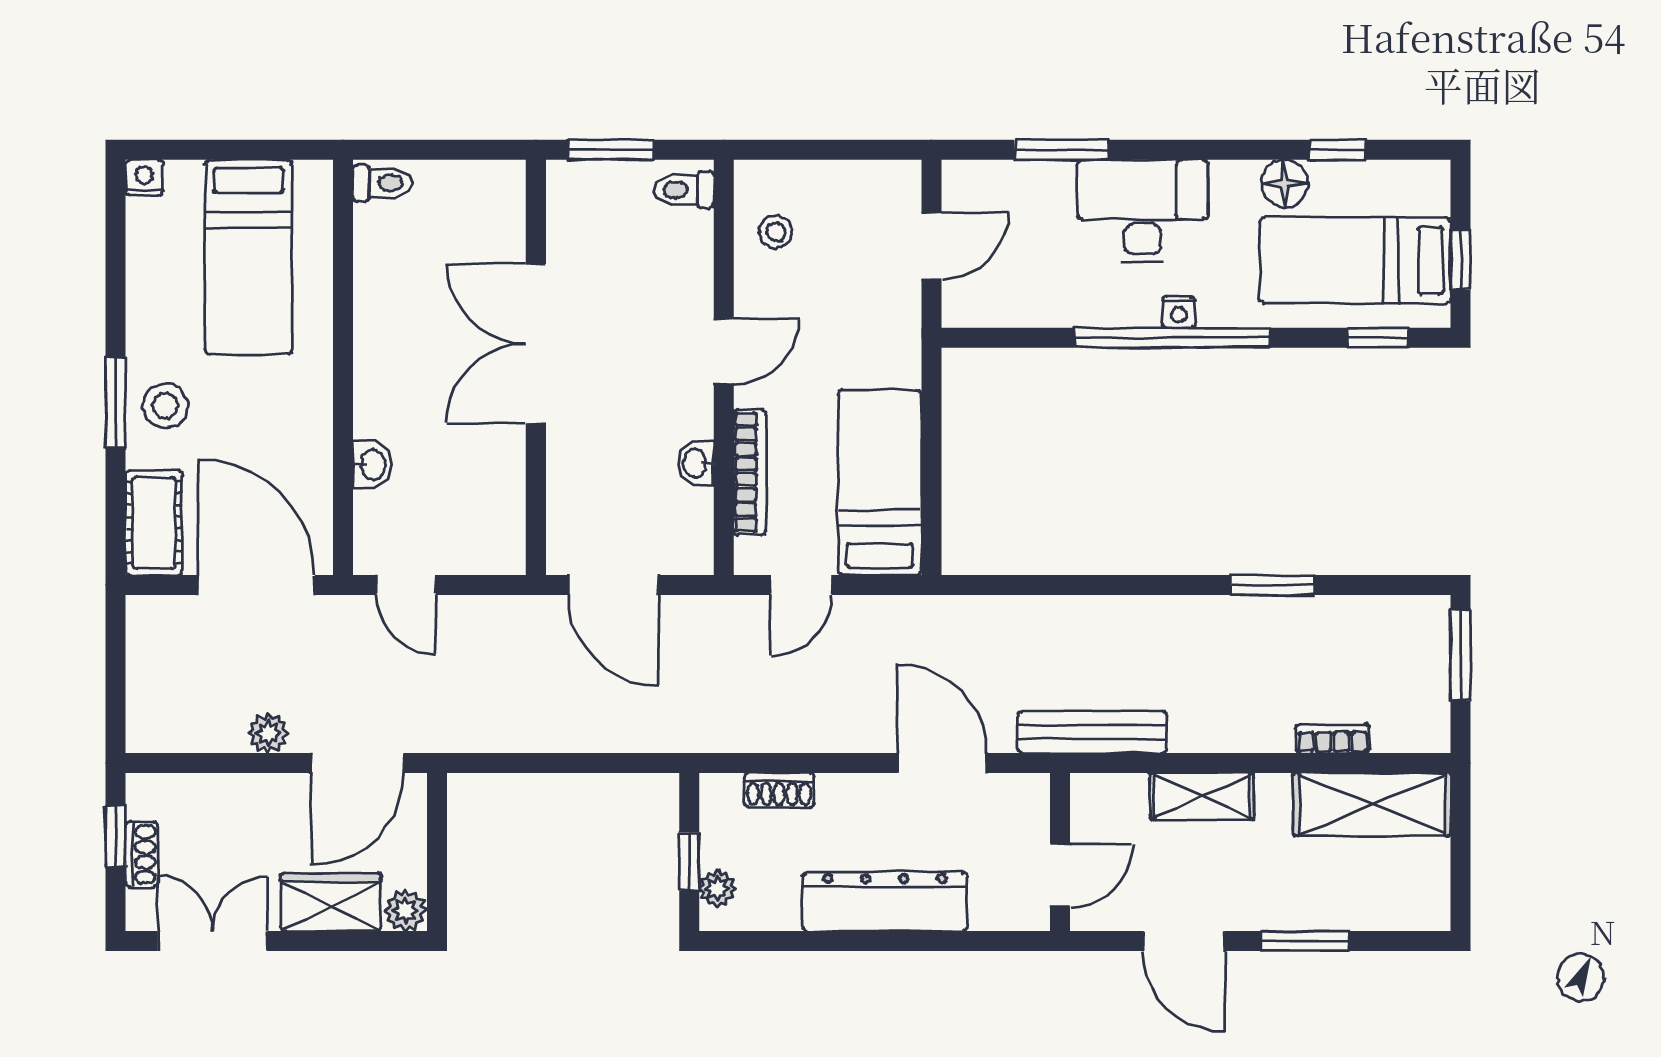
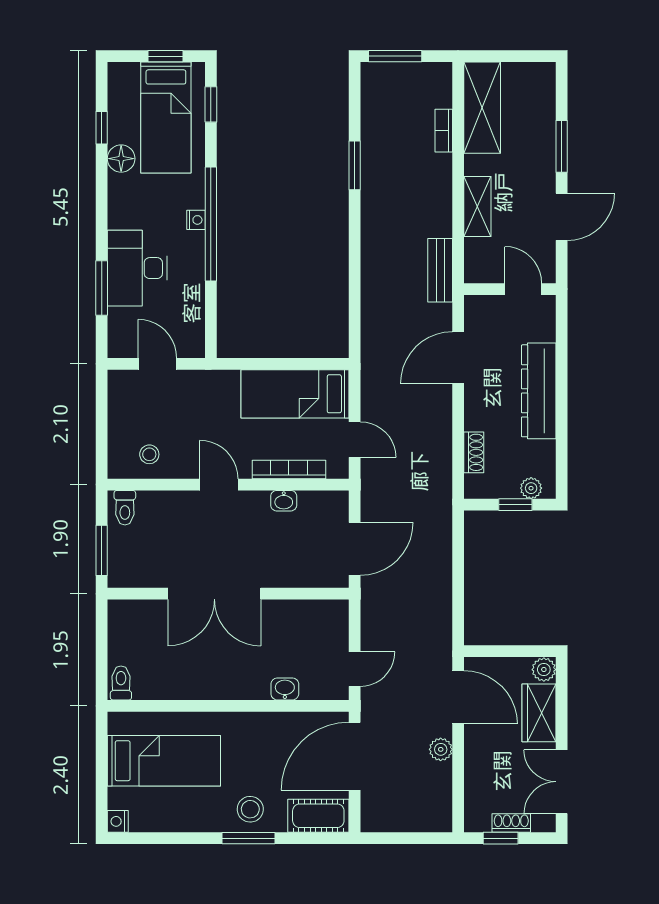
desk: (1143, 211) -> (137, 268), moved
bench: (1092, 732) -> (440, 270), width x0.73

